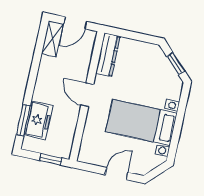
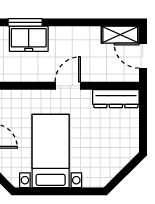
window: (176, 64) -> (122, 174), removed

